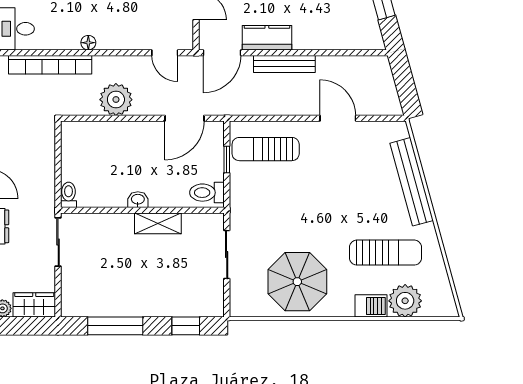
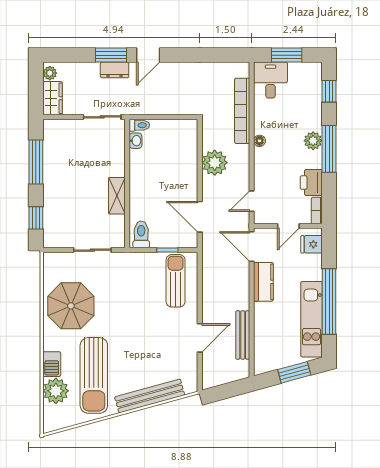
bench: (284, 64) -> (243, 335), moved
washbasin: (138, 200) -> (136, 141), moved
sun lounger: (386, 253) -> (94, 375), width x1.36, depth x1.34

